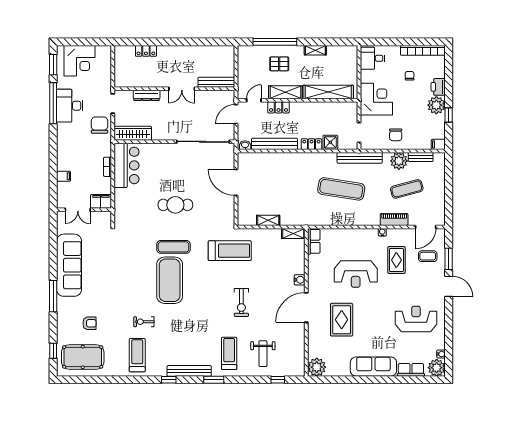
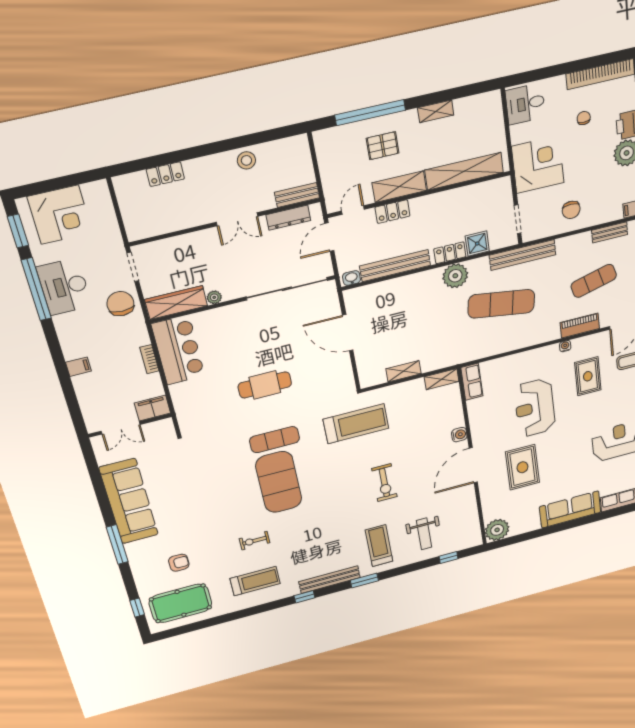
stool: (195, 54) -> (246, 160), added
bench: (216, 82) -> (297, 195), width x0.73
dresser: (147, 95) -> (288, 218), moved
plant: (157, 136) -> (214, 297), added
plant: (399, 161) -> (455, 276), moved
filing cabinet: (64, 176) -> (78, 367), moved
reception desk: (356, 274) -> (535, 408), turned 90
treadmill: (137, 355) -> (255, 581), turned 90

